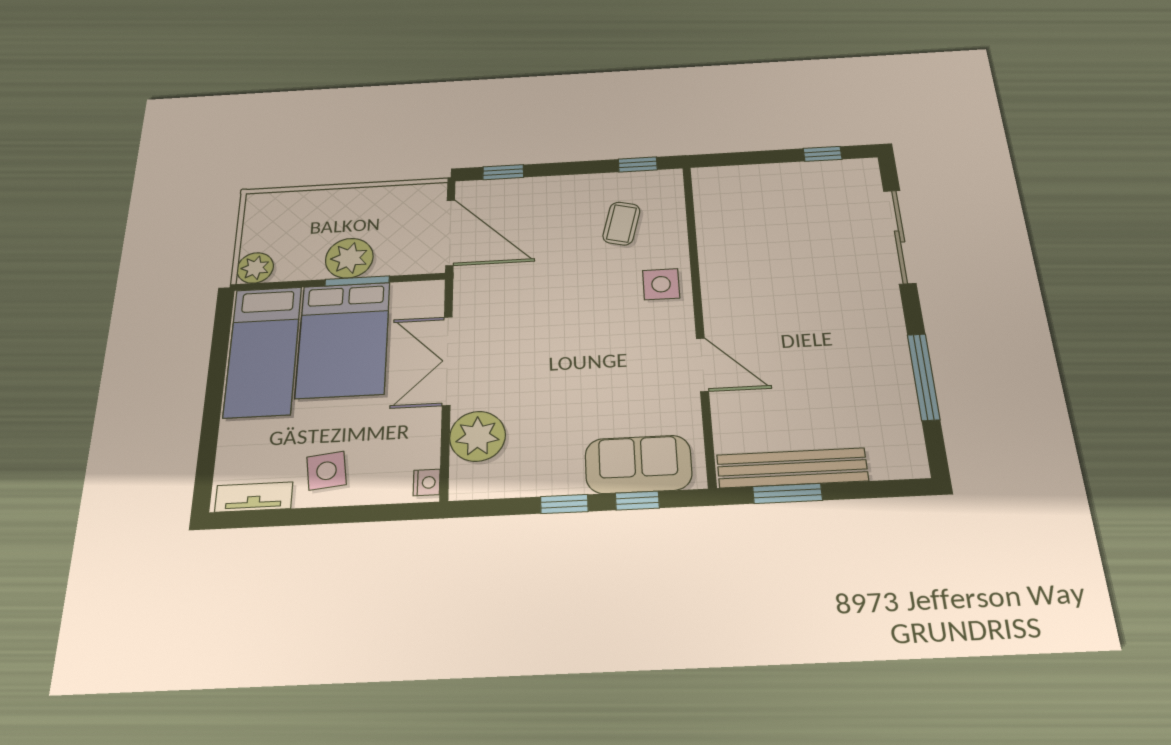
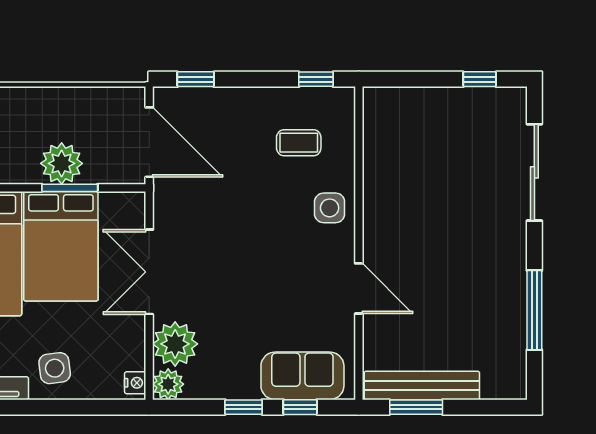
coffee table: (621, 224) -> (299, 143), turned 76
plant: (468, 482) -> (168, 384), added

